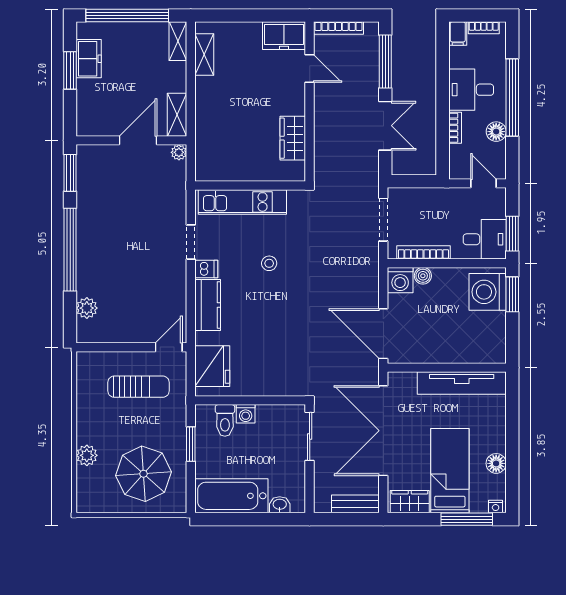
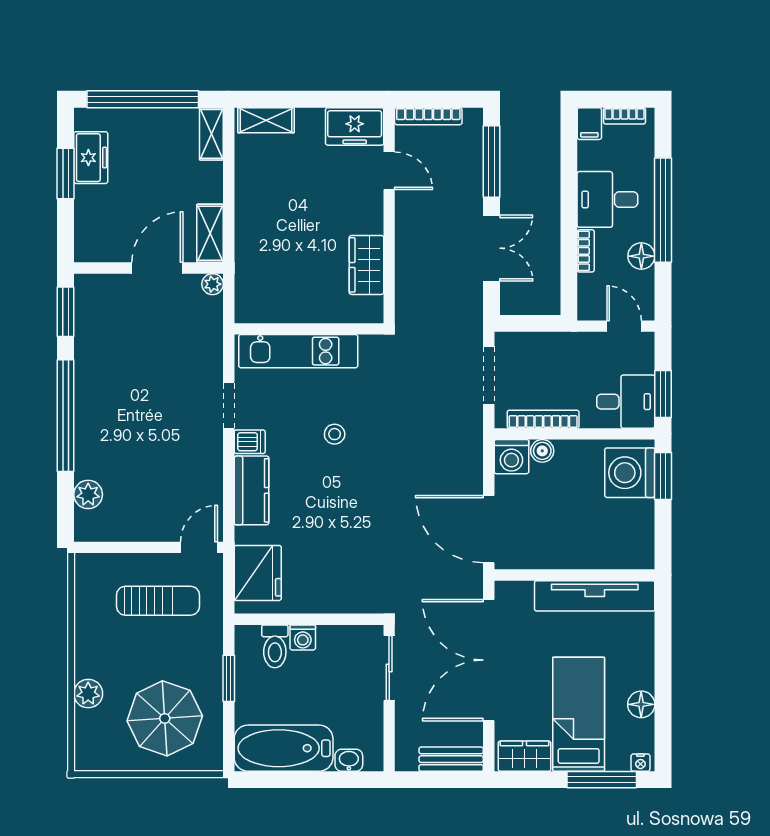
shelving: (204, 54) -> (266, 120), moved, turned 90

